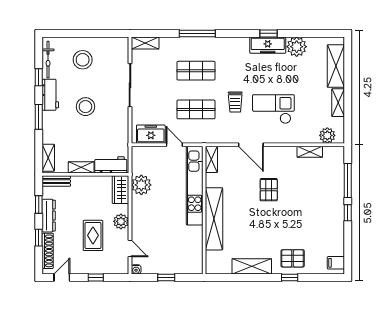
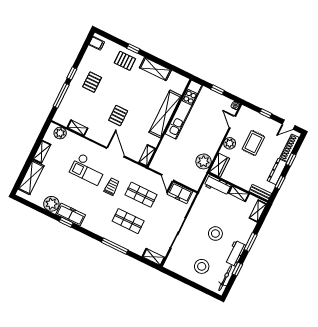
kitchen unit: (195, 186) -> (184, 110), moved
pallet: (319, 214) -> (92, 82), added

